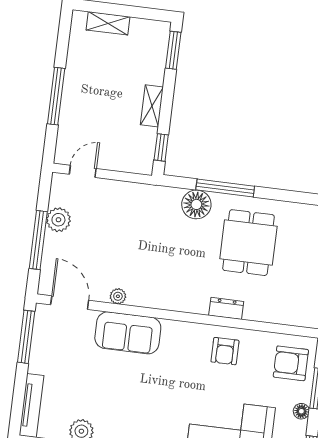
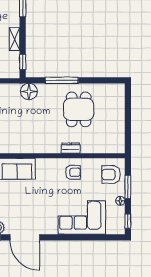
floor lamp: (196, 204) -> (29, 92), moved
plant: (118, 296) -> (9, 149), removed
armchair: (225, 351) -> (73, 172), turned -90

